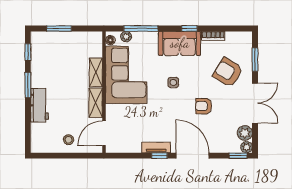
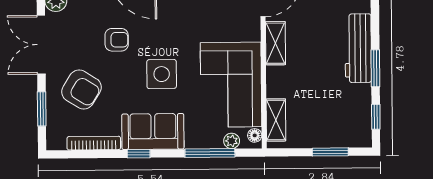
bookcase: (213, 36) -> (94, 143), width x1.56
shelving: (96, 72) -> (276, 120), moved
side table: (173, 82) -> (162, 74), width x1.87, depth x1.87
workbench: (39, 105) -> (358, 48), width x1.38

